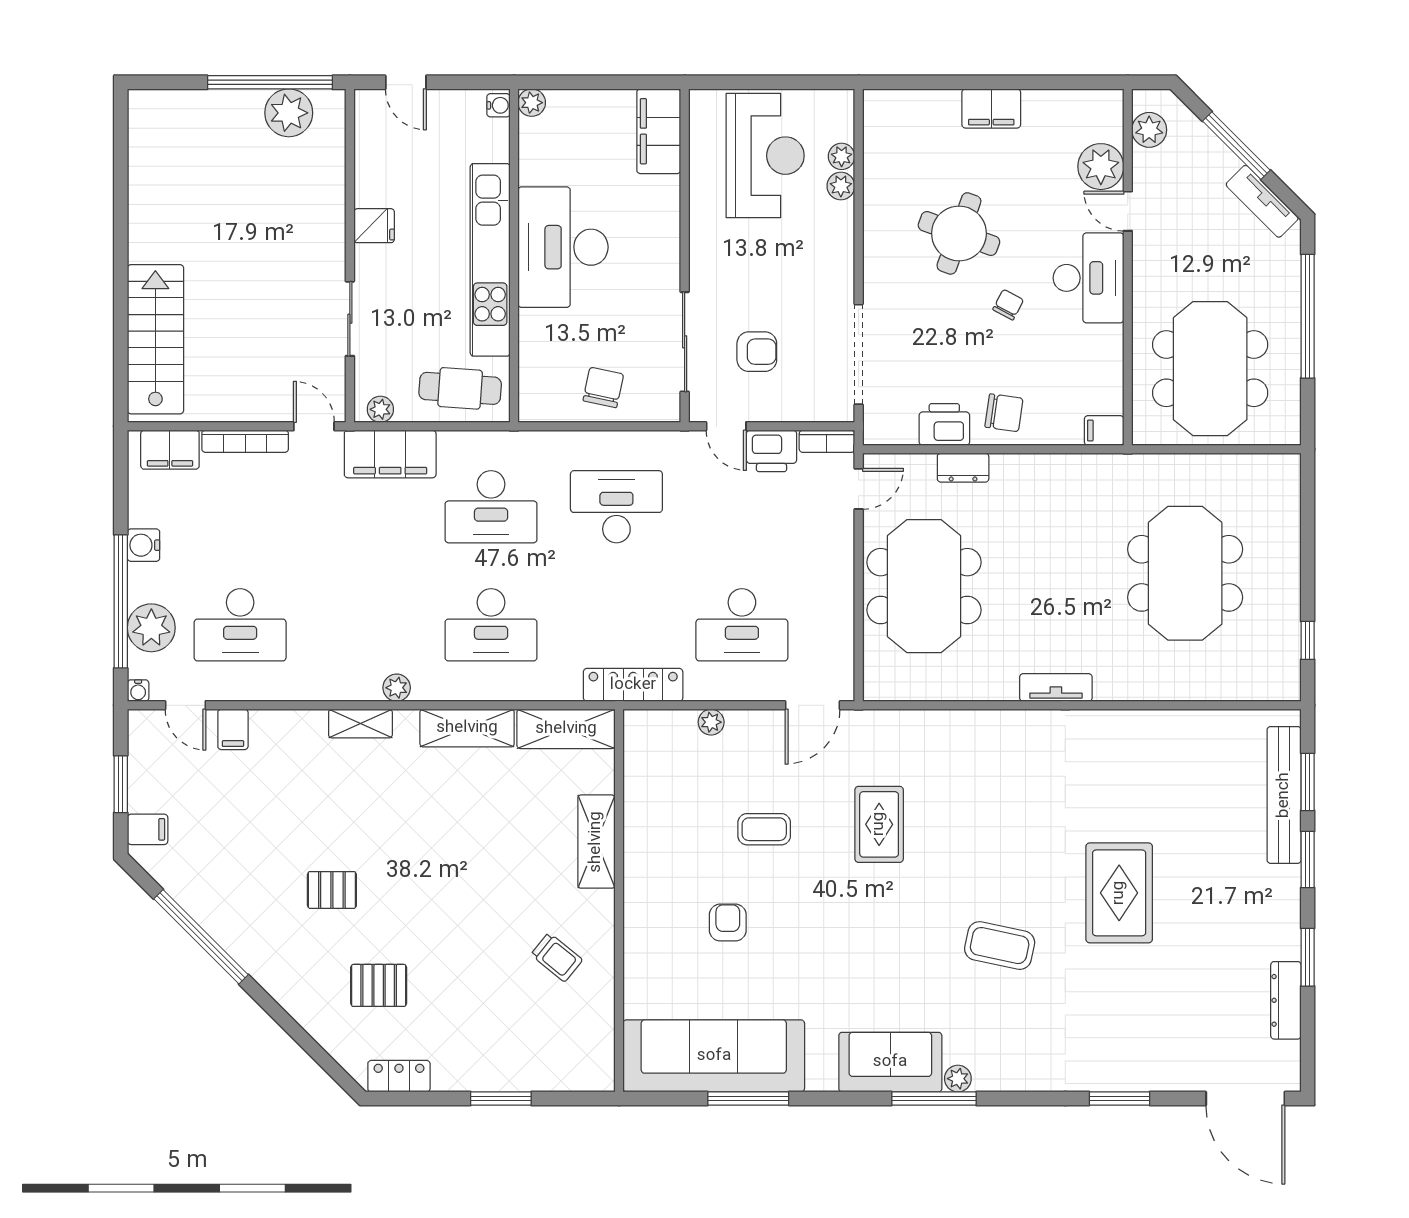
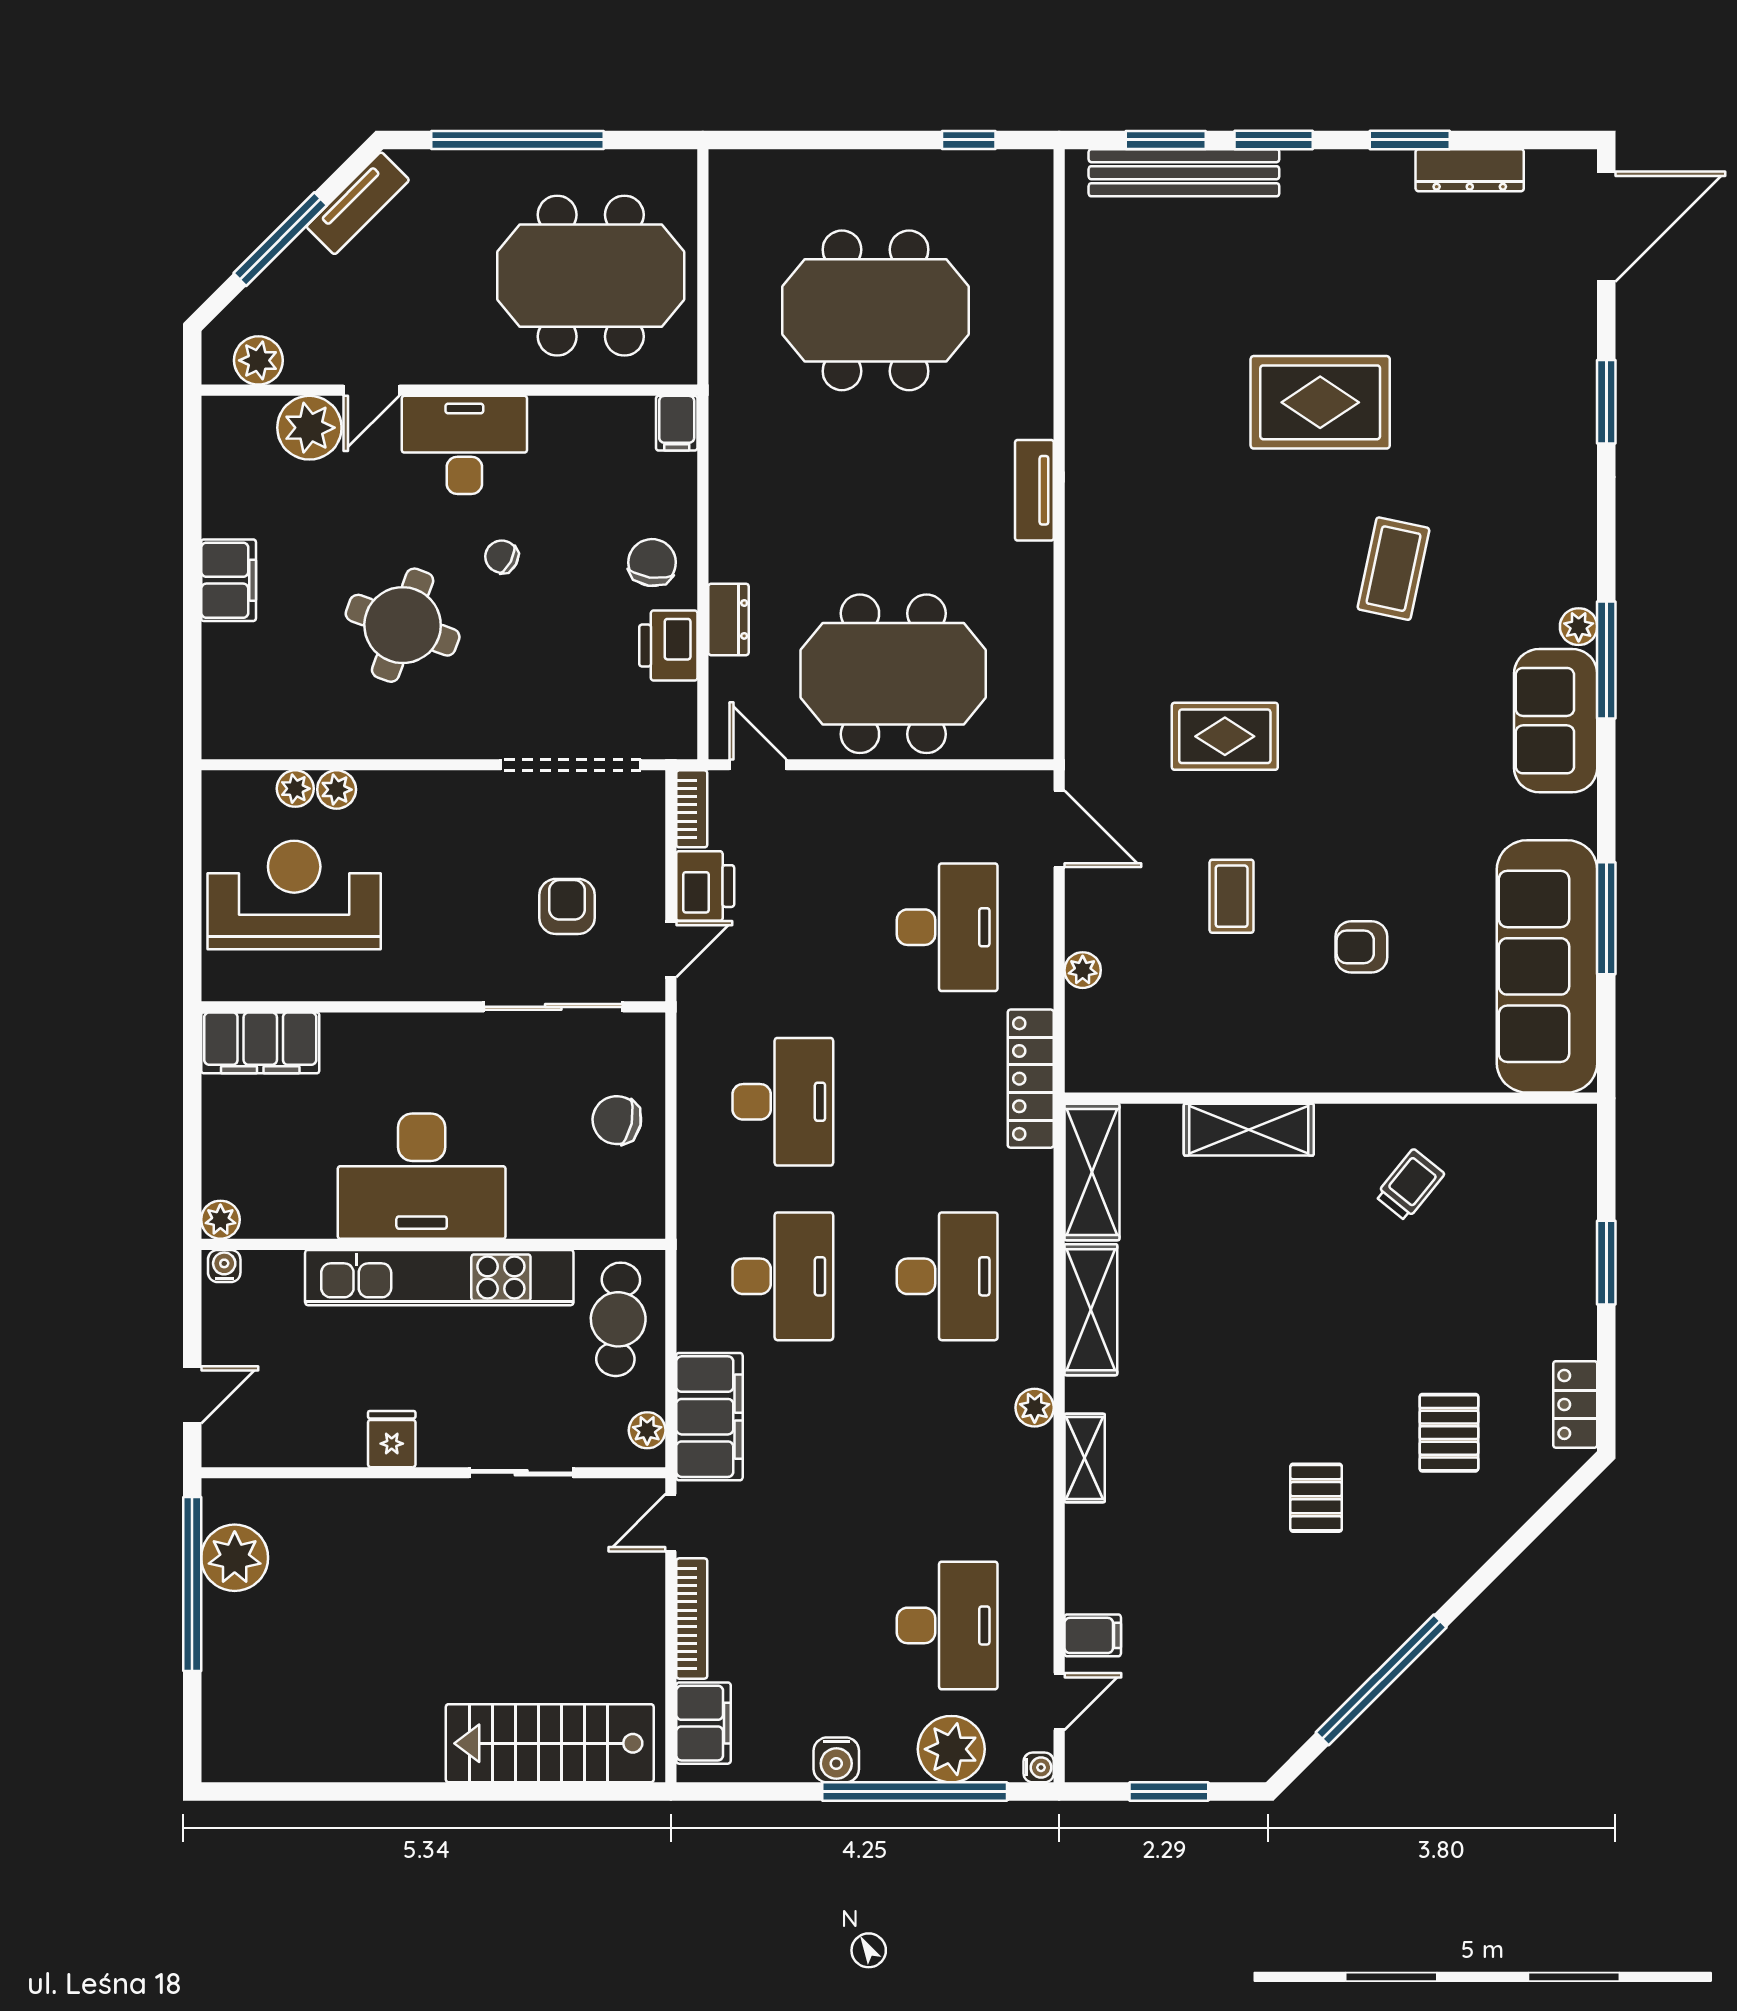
desk: (616, 507) -> (783, 1102), turned 180
filing cabinet: (148, 829) -> (1232, 1754), removed

